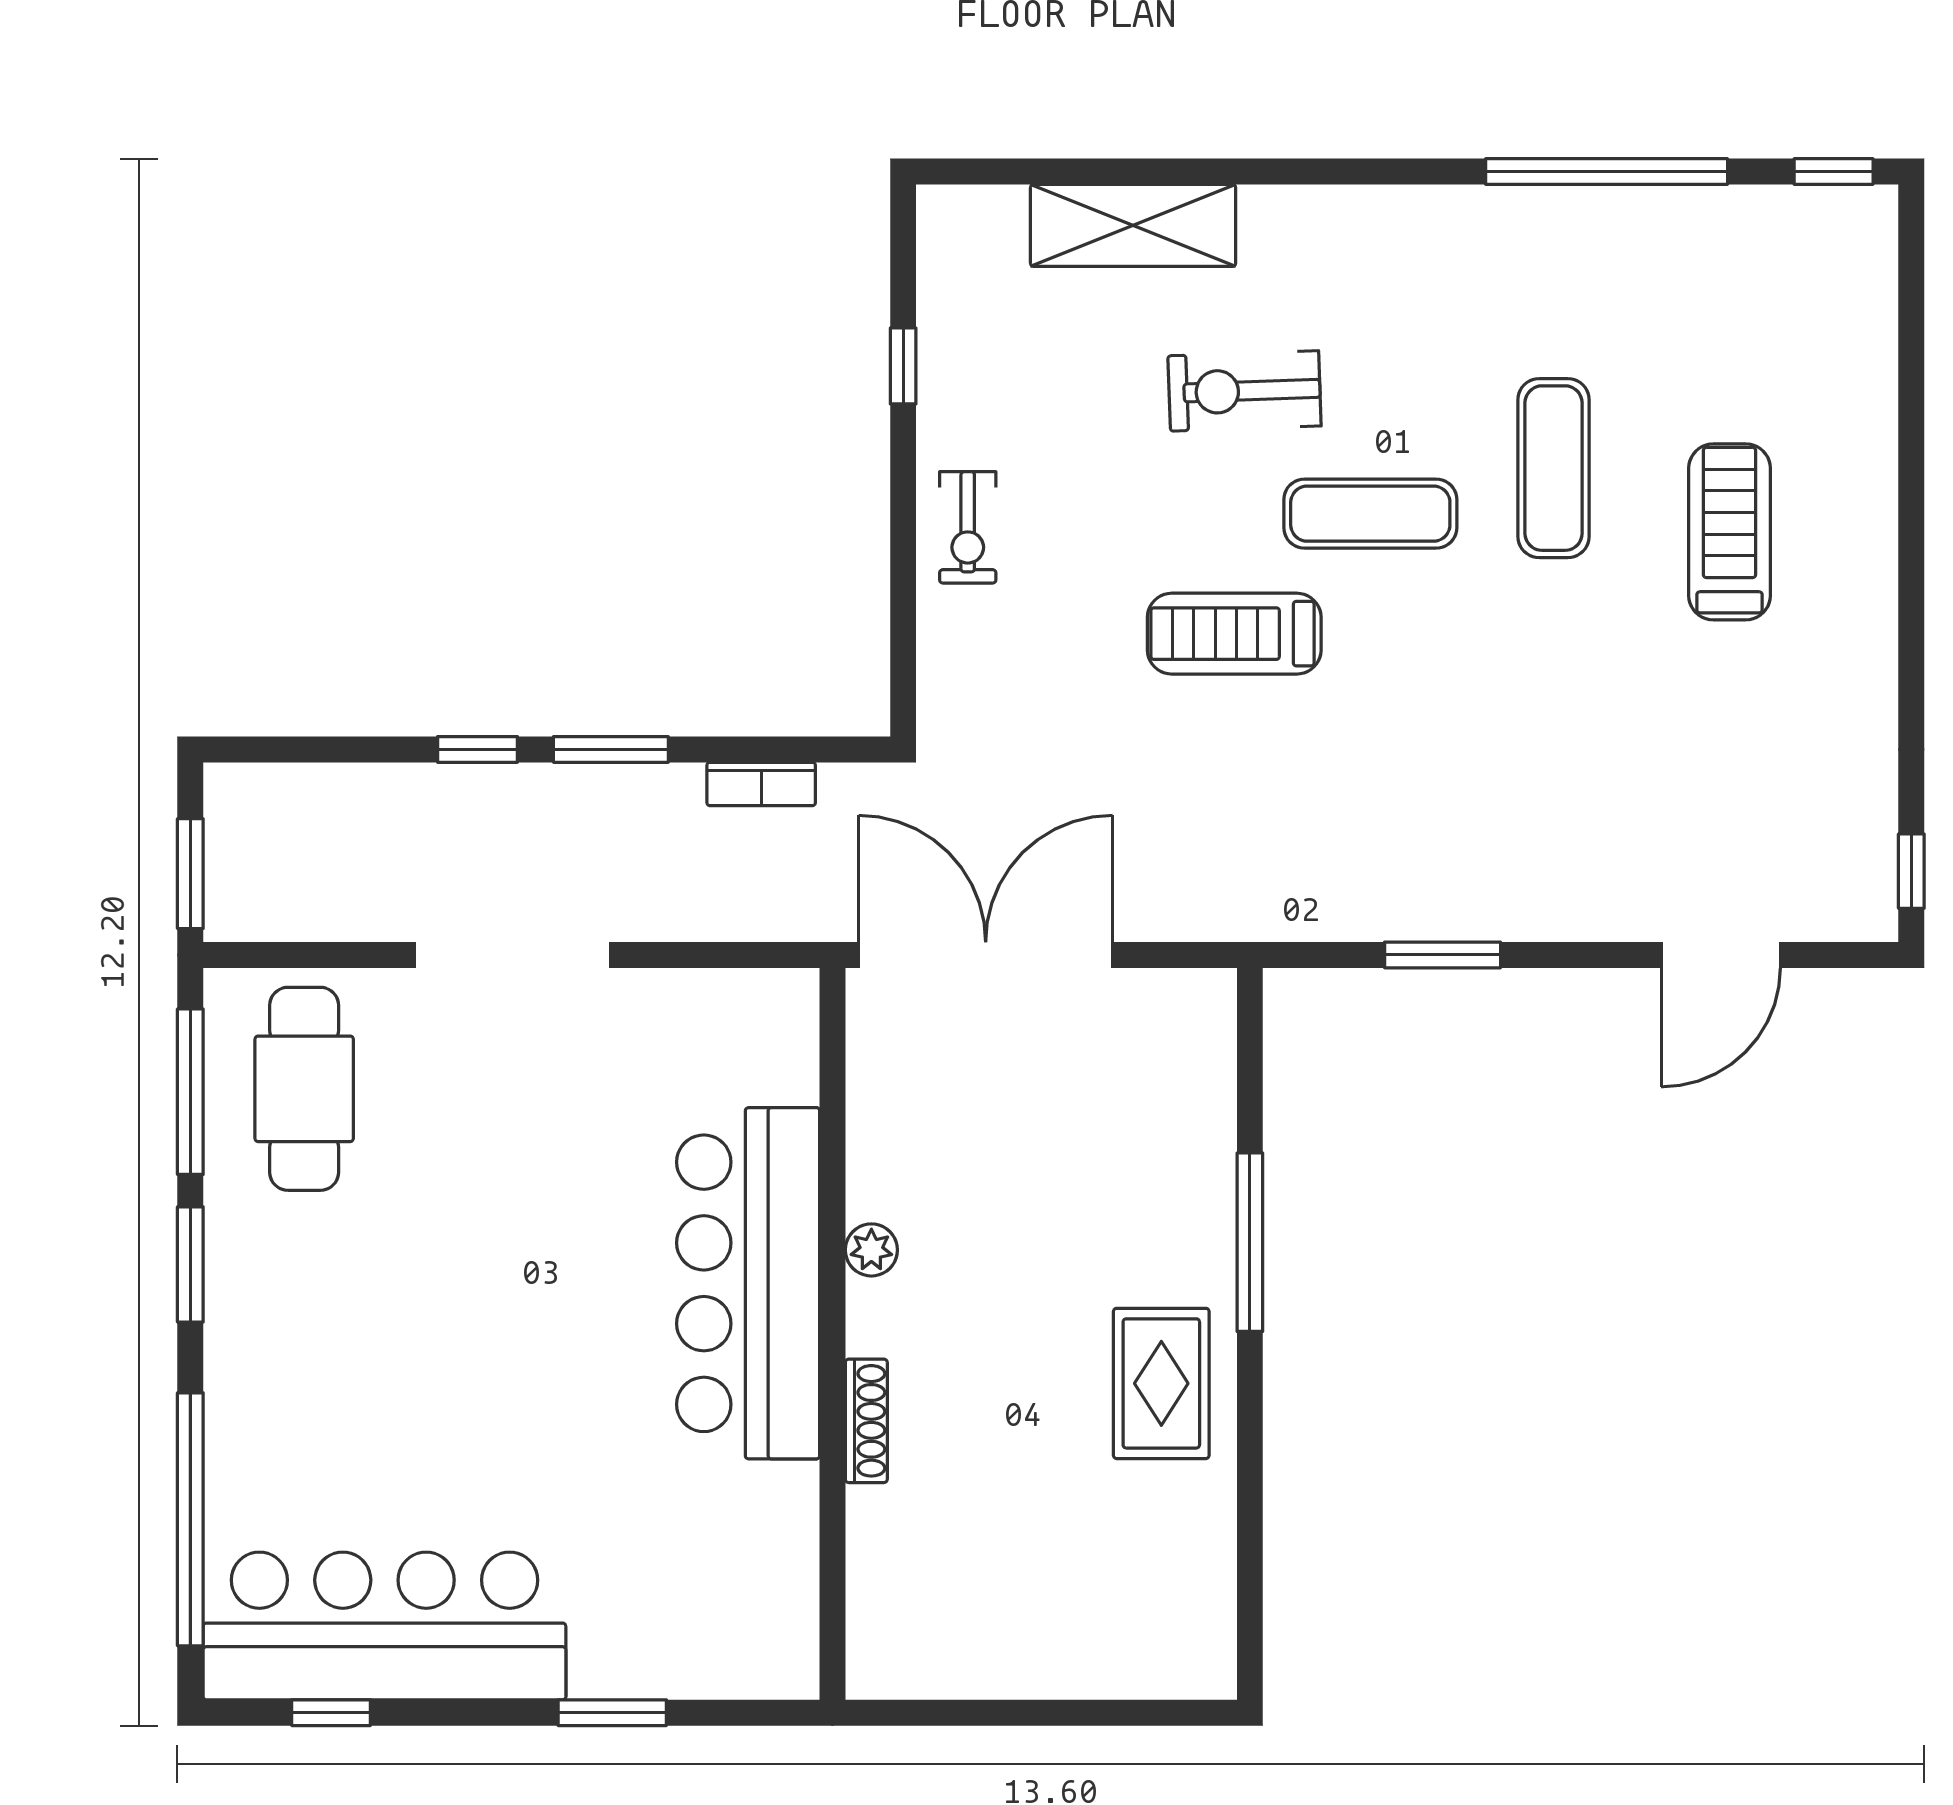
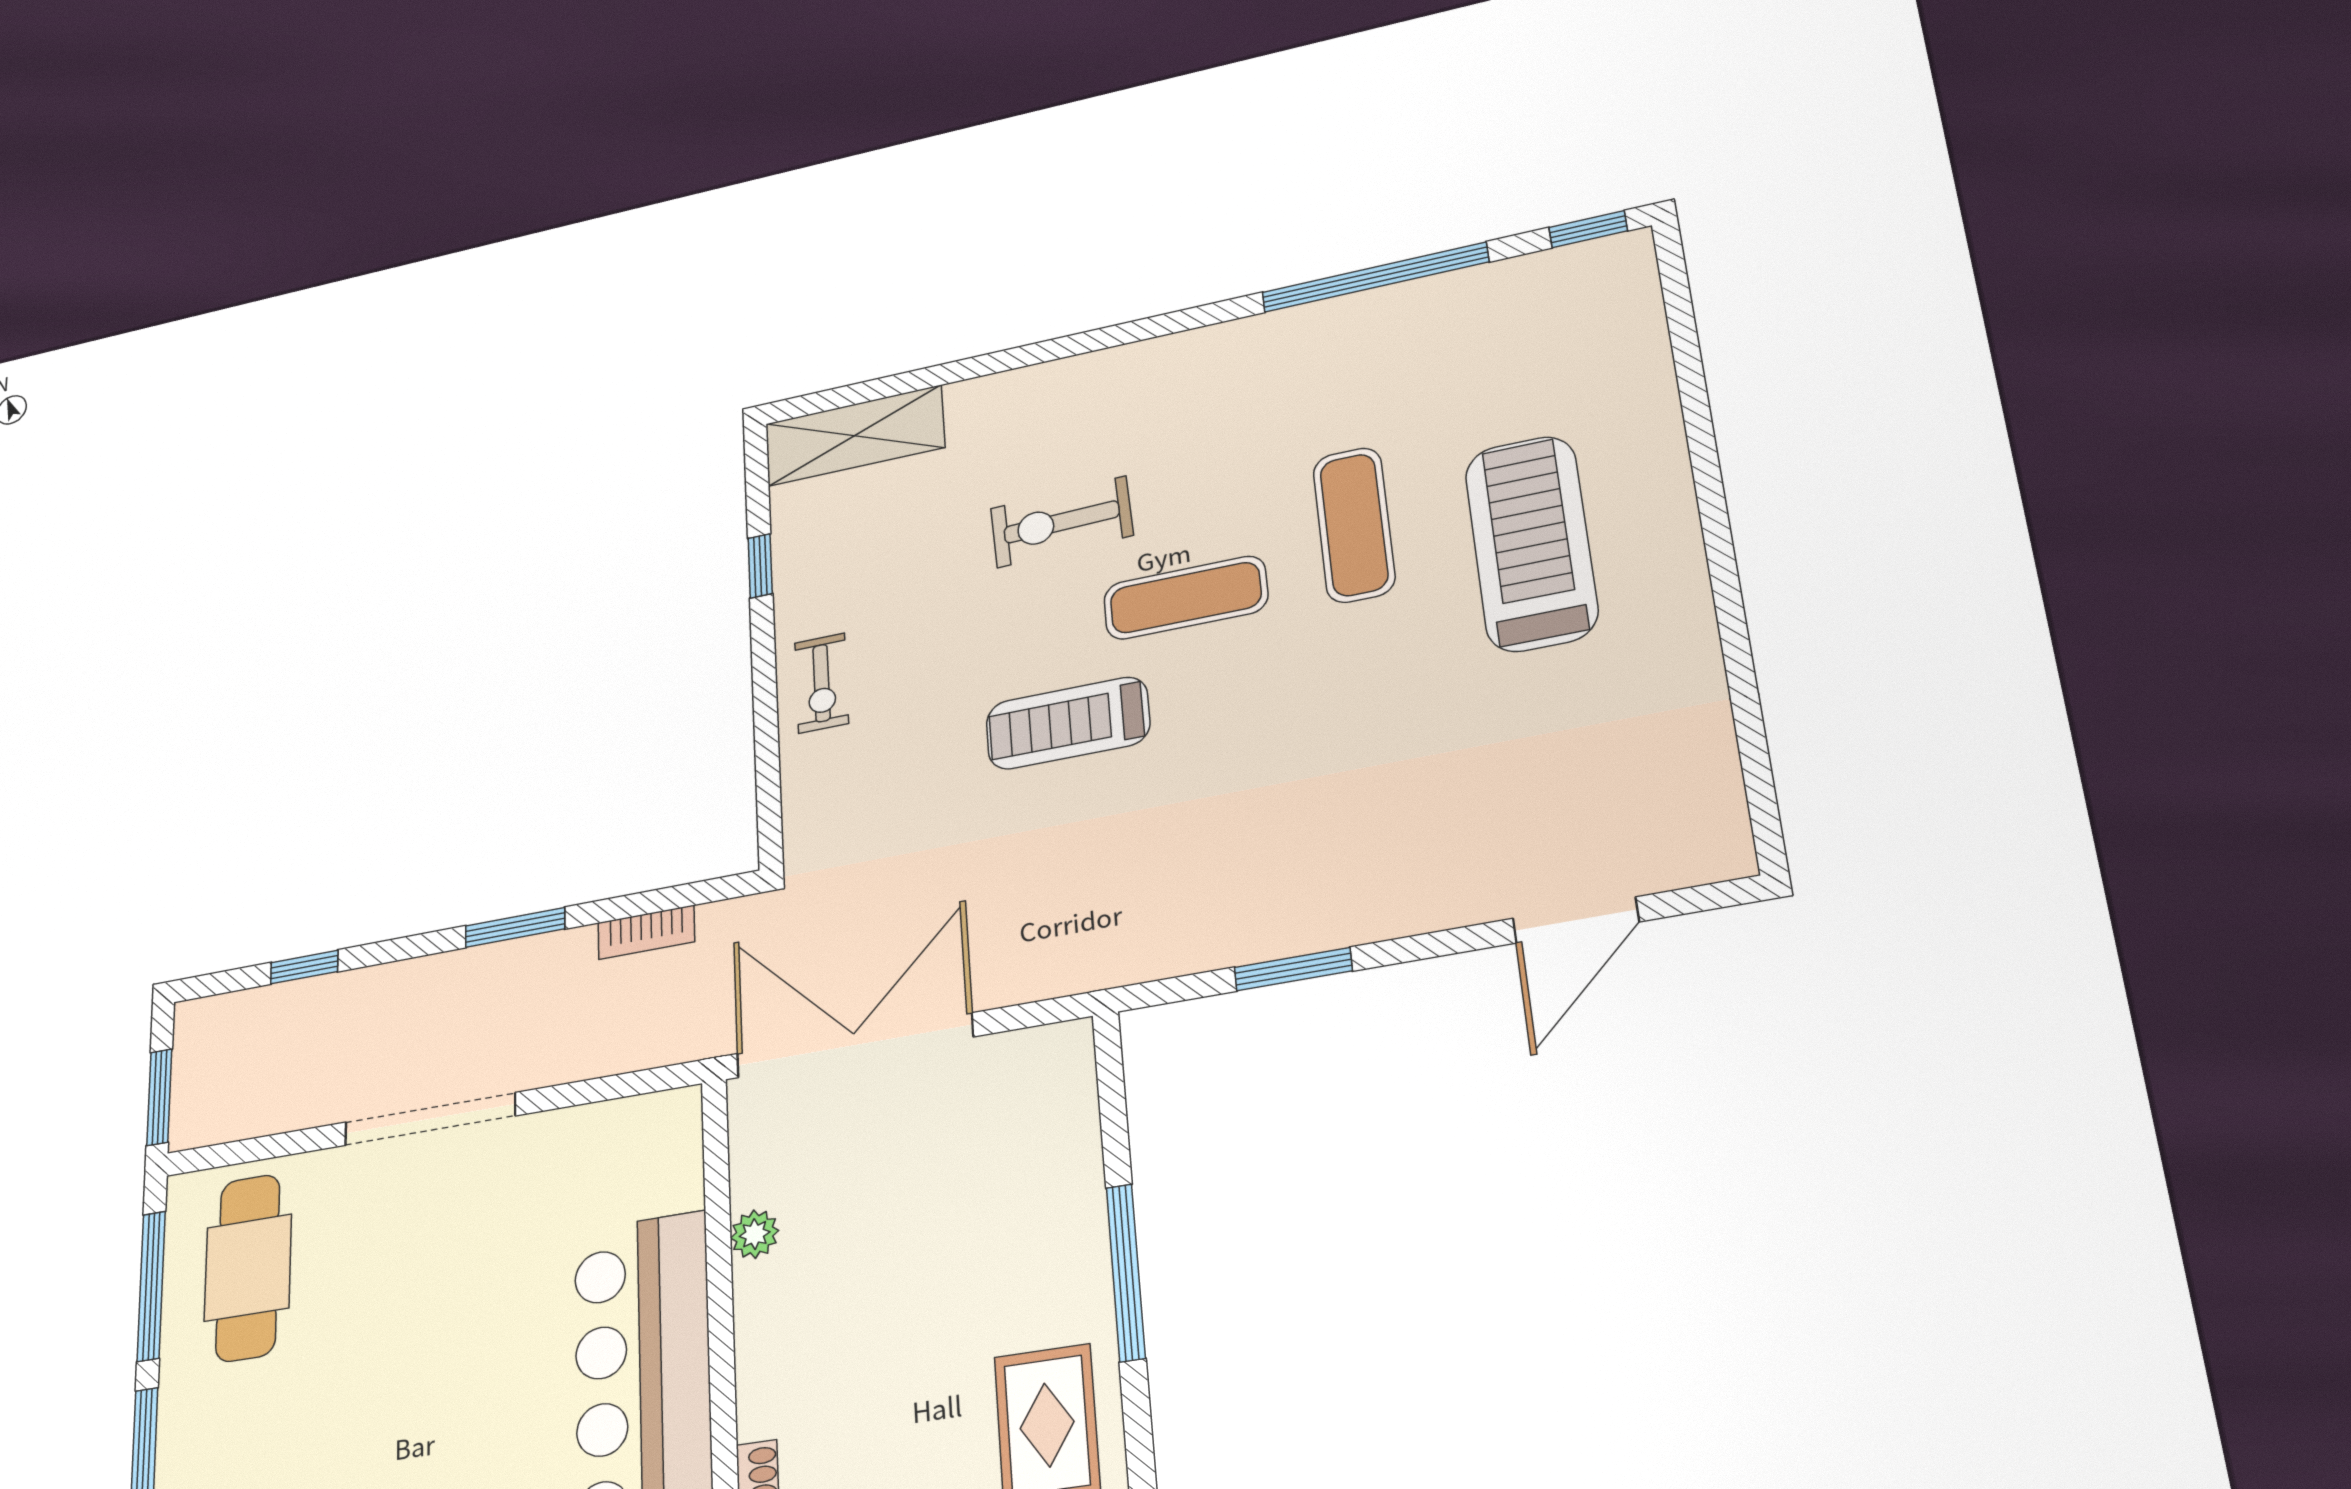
shelving: (1133, 225) -> (855, 436), moved
treadmill: (1730, 532) -> (1531, 543), width x1.37, depth x1.38
window: (477, 749) -> (304, 967), moved
window: (1911, 871) -> (1763, 807), removed
plant: (871, 1250) -> (755, 1234), moved

